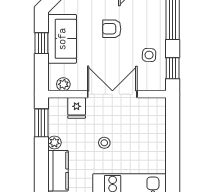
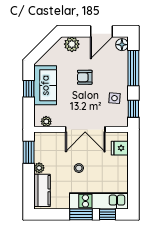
double door: (112, 94) -> (85, 129), swing flipped
fridge: (77, 108) -> (120, 148), moved, turned 90

